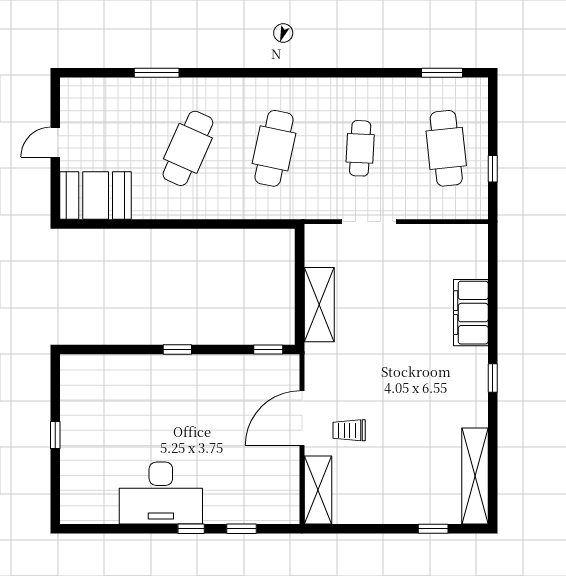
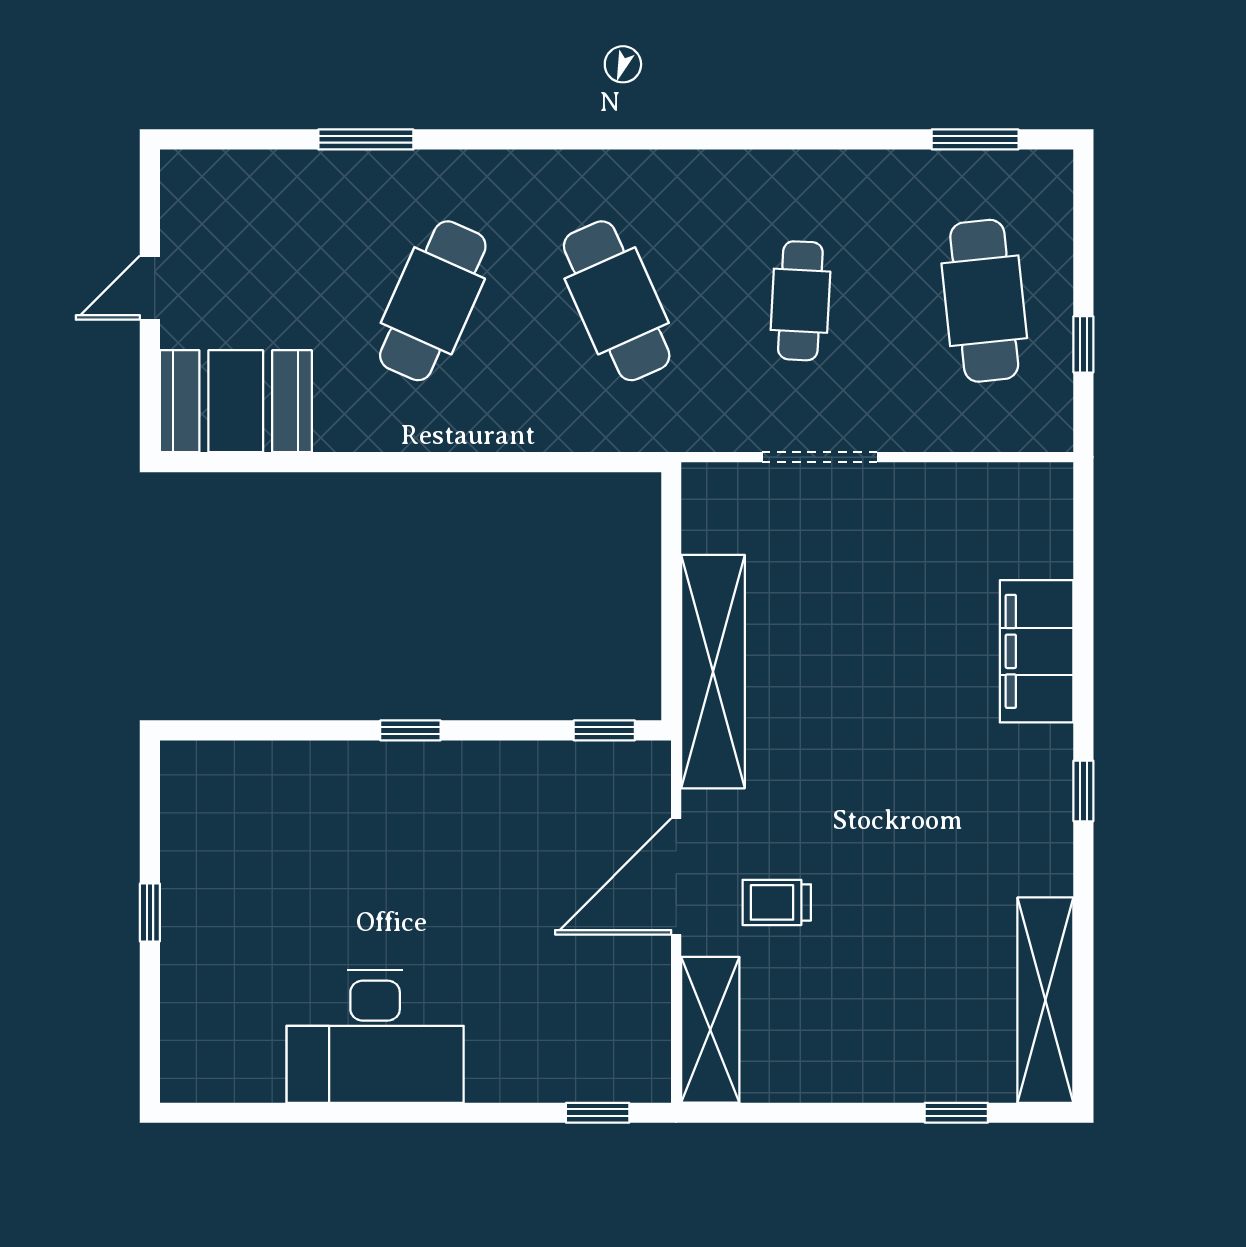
cafe table: (274, 148) -> (617, 301), turned -36
shelving: (319, 305) -> (713, 672), width x1.47
window: (191, 529) -> (440, 1113), removed
window: (241, 529) -> (598, 1113), moved

